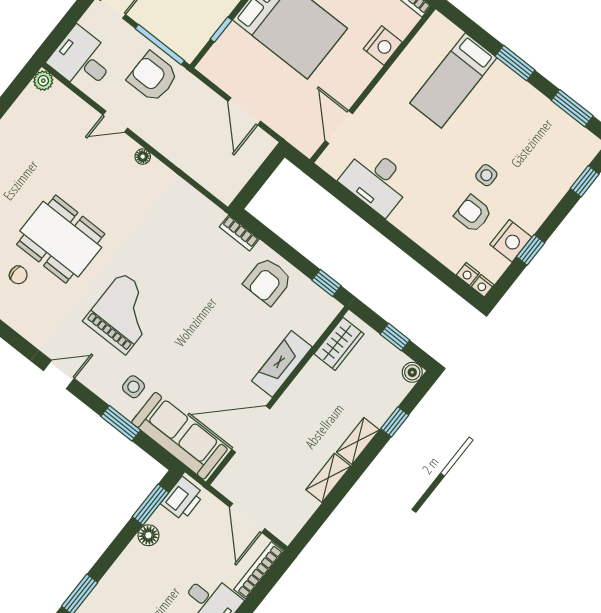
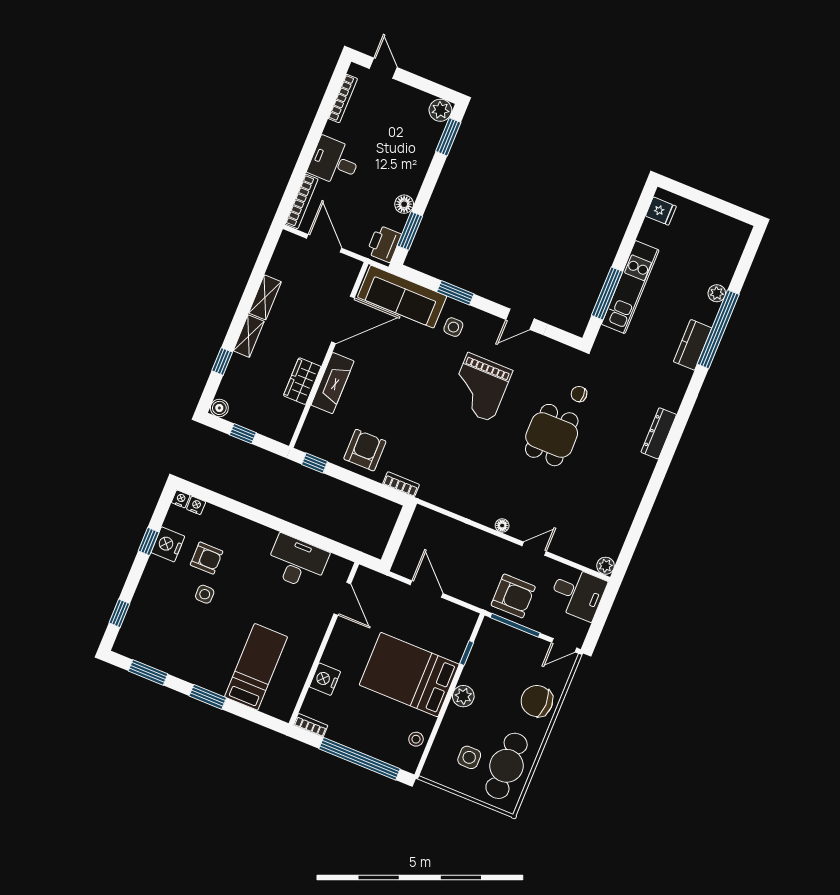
dining table: (61, 239) -> (552, 435), width x0.73
wardrobe: (339, 344) -> (302, 381), moved

